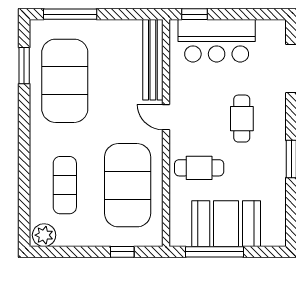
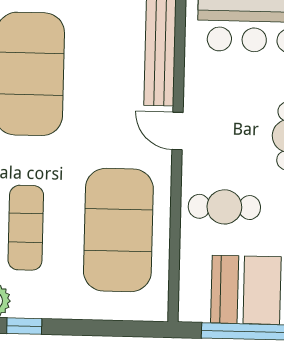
window: (122, 252) -> (24, 326), moved

